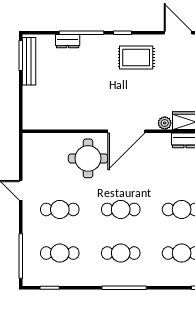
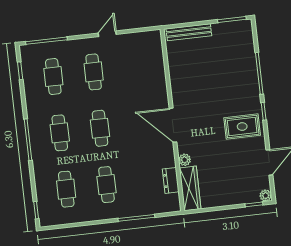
dresser: (68, 41) -> (250, 61), removed
rug: (136, 58) -> (242, 127), turned 90
bench: (29, 61) -> (189, 32), moved
round table: (88, 158) -> (144, 93), removed

